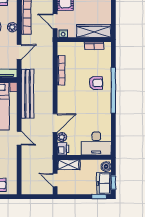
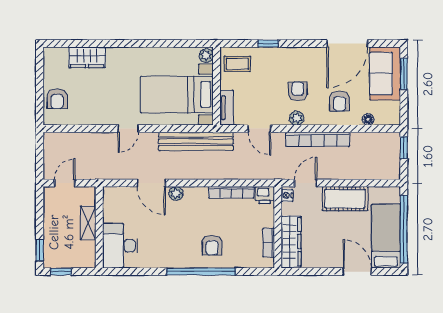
plant: (62, 137) -> (176, 193), moved
printer: (63, 149) -> (265, 195), moved
shelving: (69, 165) -> (88, 223), moved
boiler: (106, 167) -> (85, 261), removed
freezer: (104, 183) -> (60, 257), removed

